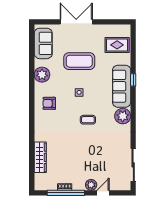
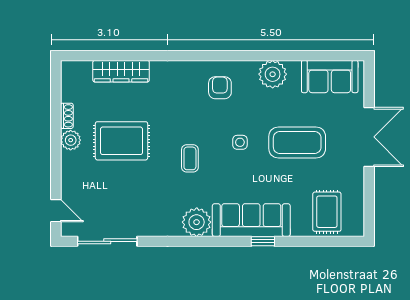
coffee table: (79, 61) -> (297, 142), turned 90
rug: (78, 157) -> (121, 141), added
plant: (91, 185) -> (71, 140), moved
window: (66, 193) -> (56, 118), removed
door: (103, 193) -> (56, 211), moved

